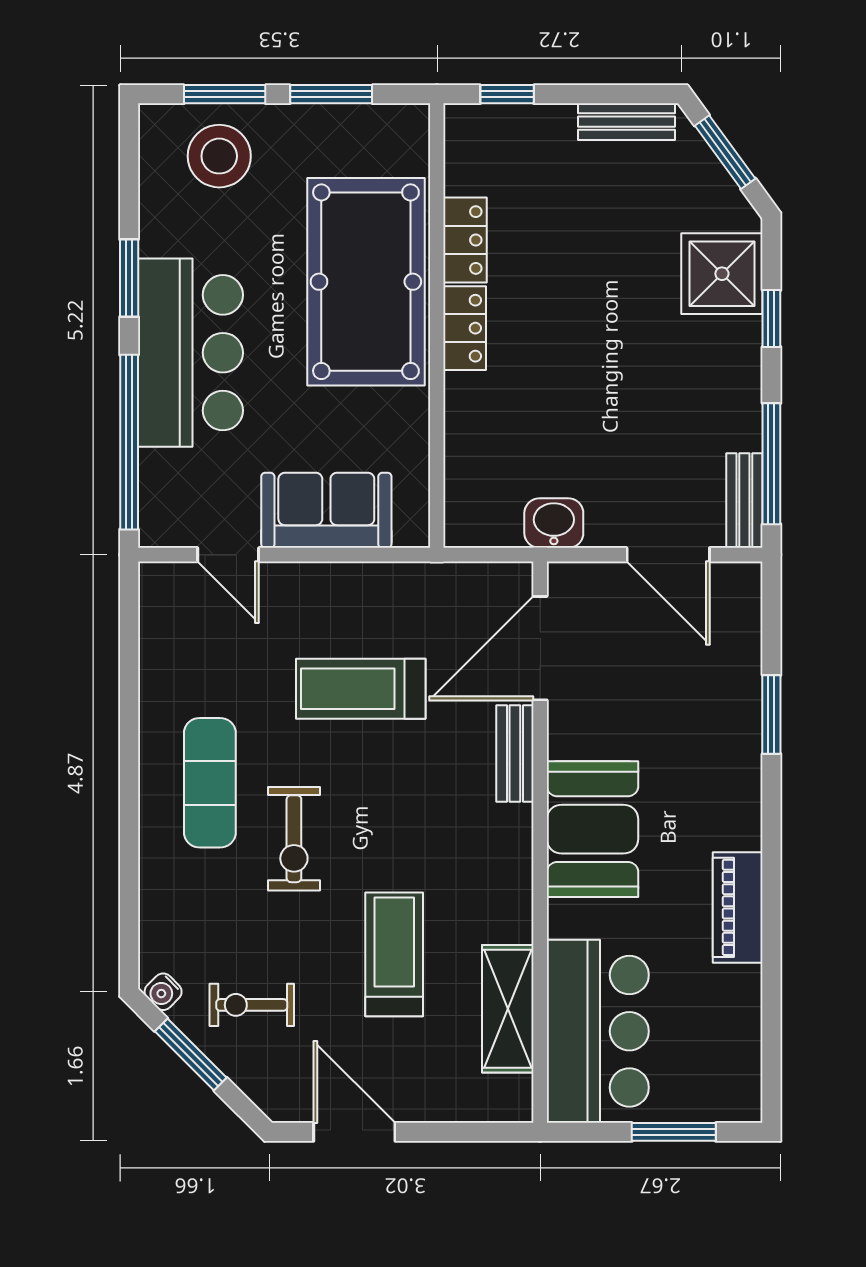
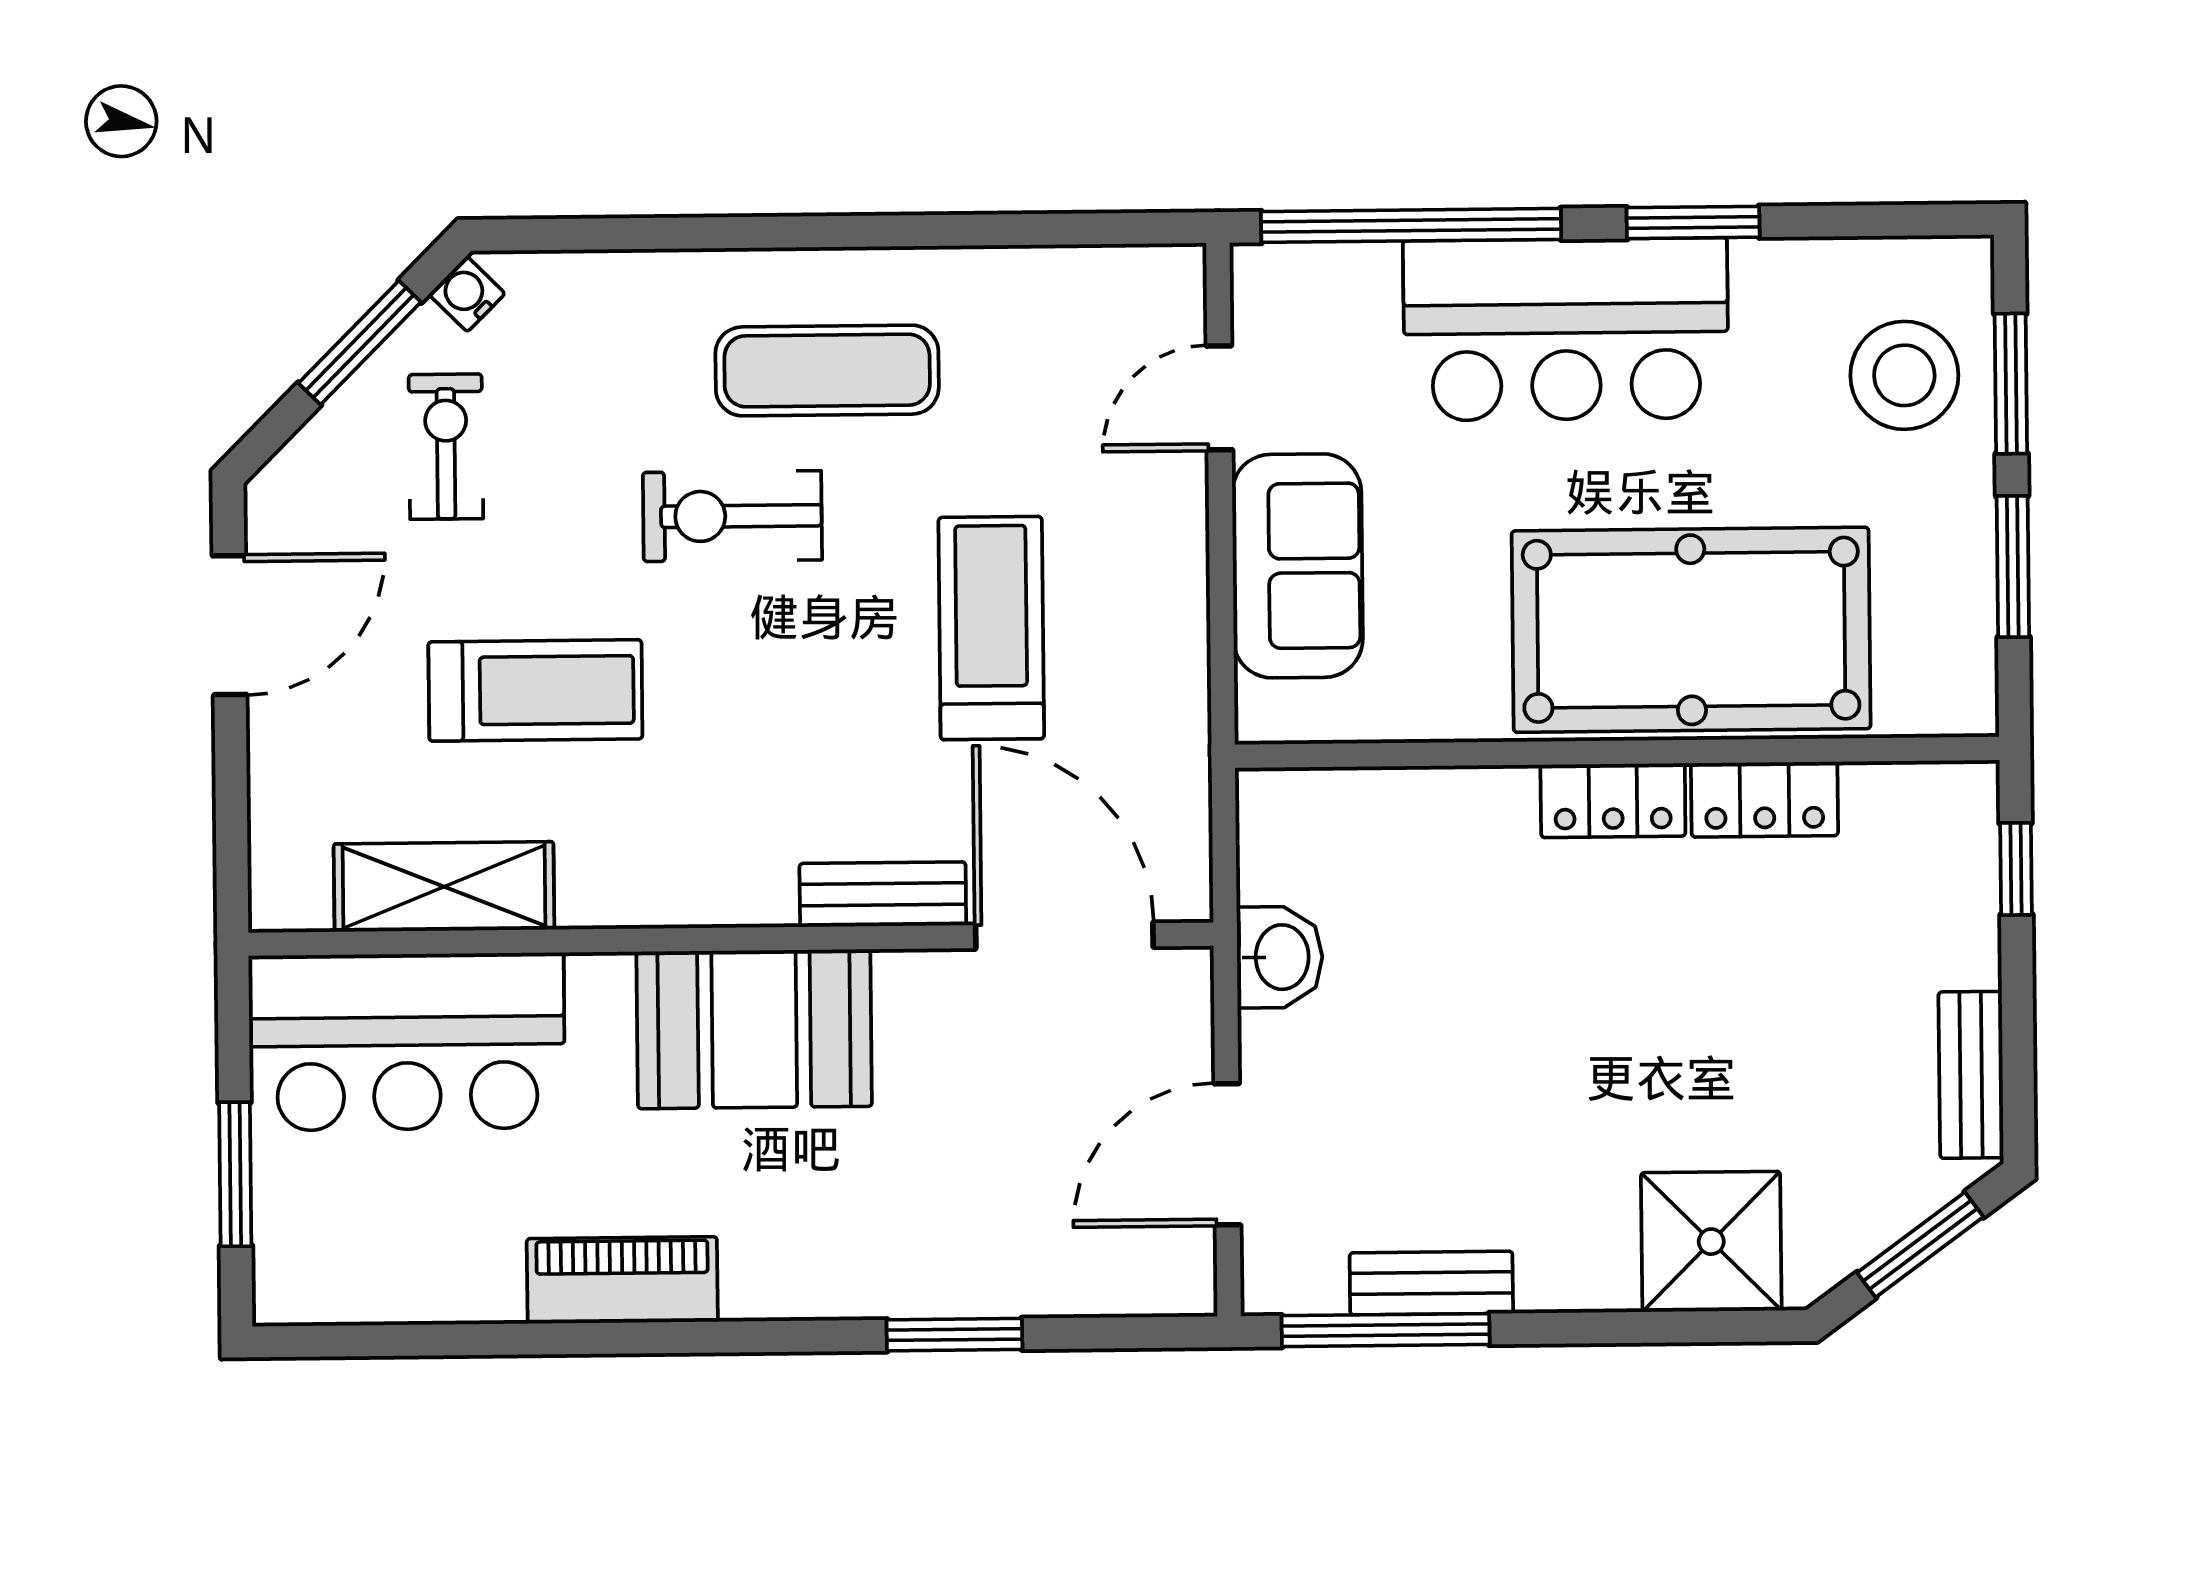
window: (771, 318) -> (1635, 1327), removed
bench: (744, 501) -> (1431, 1283), moved

